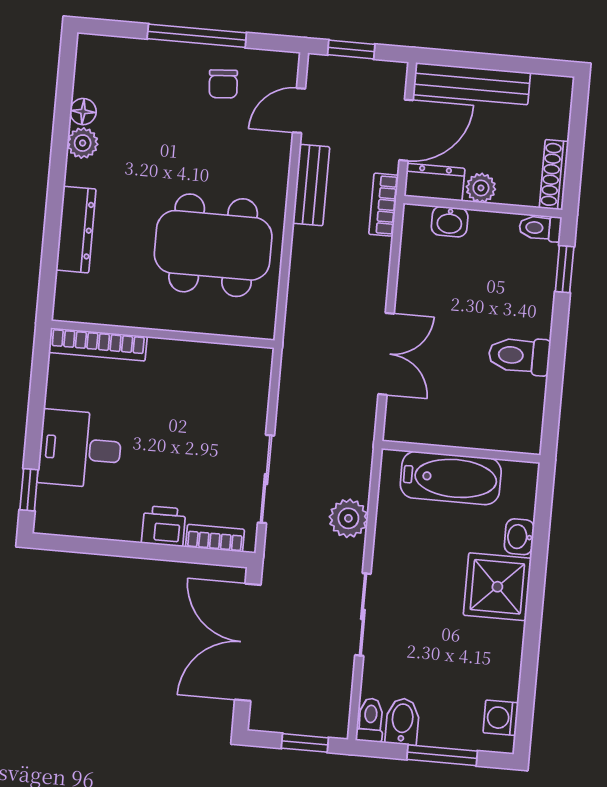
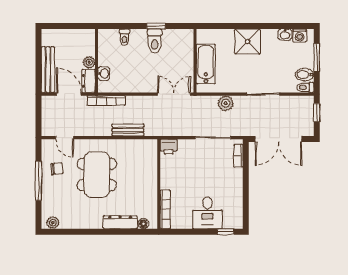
window: (351, 49) -> (39, 119), removed
floor lamp: (83, 112) -> (143, 224), moved
plant: (83, 143) -> (53, 223), moved
shoe rack: (554, 175) -> (81, 34), removed
bench: (311, 185) -> (128, 130), moved
bookcase: (384, 205) -> (106, 101), width x1.56
toilet: (540, 228) -> (124, 37), moved
dining table: (213, 245) -> (97, 174), moved
window: (565, 269) -> (156, 26), moved
double door: (386, 354) -> (174, 94), moved
printer: (164, 526) -> (169, 147), moved, turned -90
washbasin: (519, 537) -> (285, 35), moved

